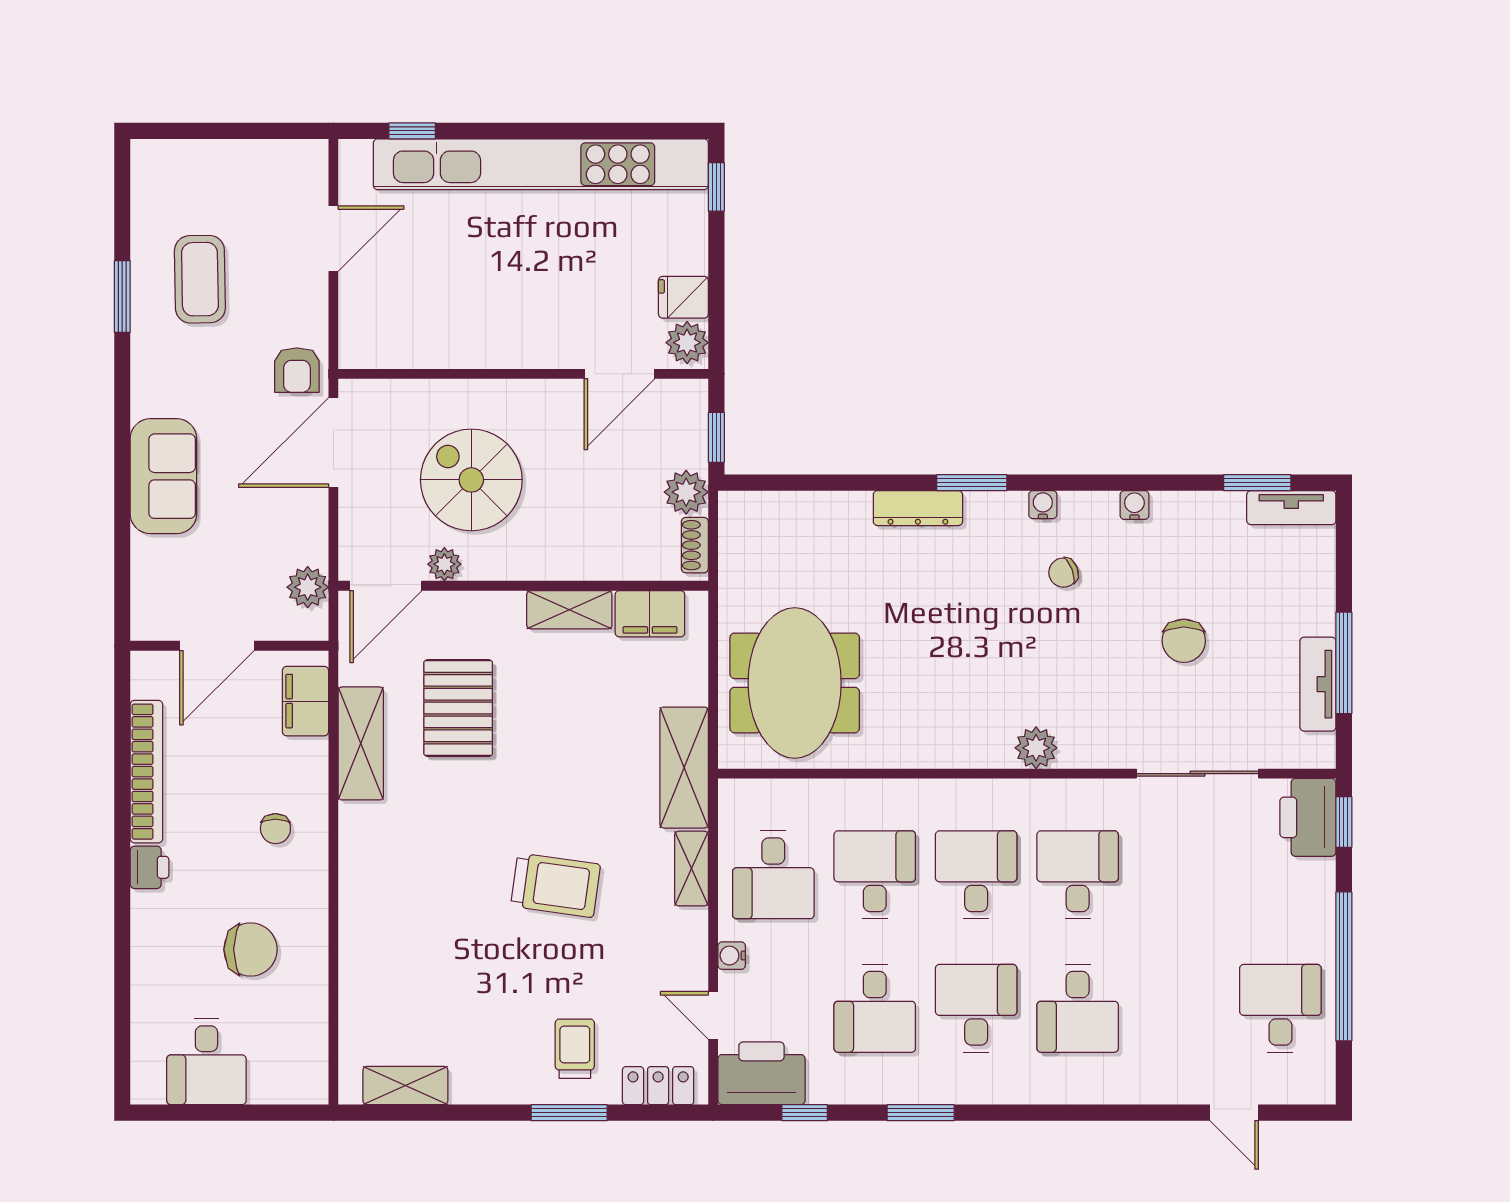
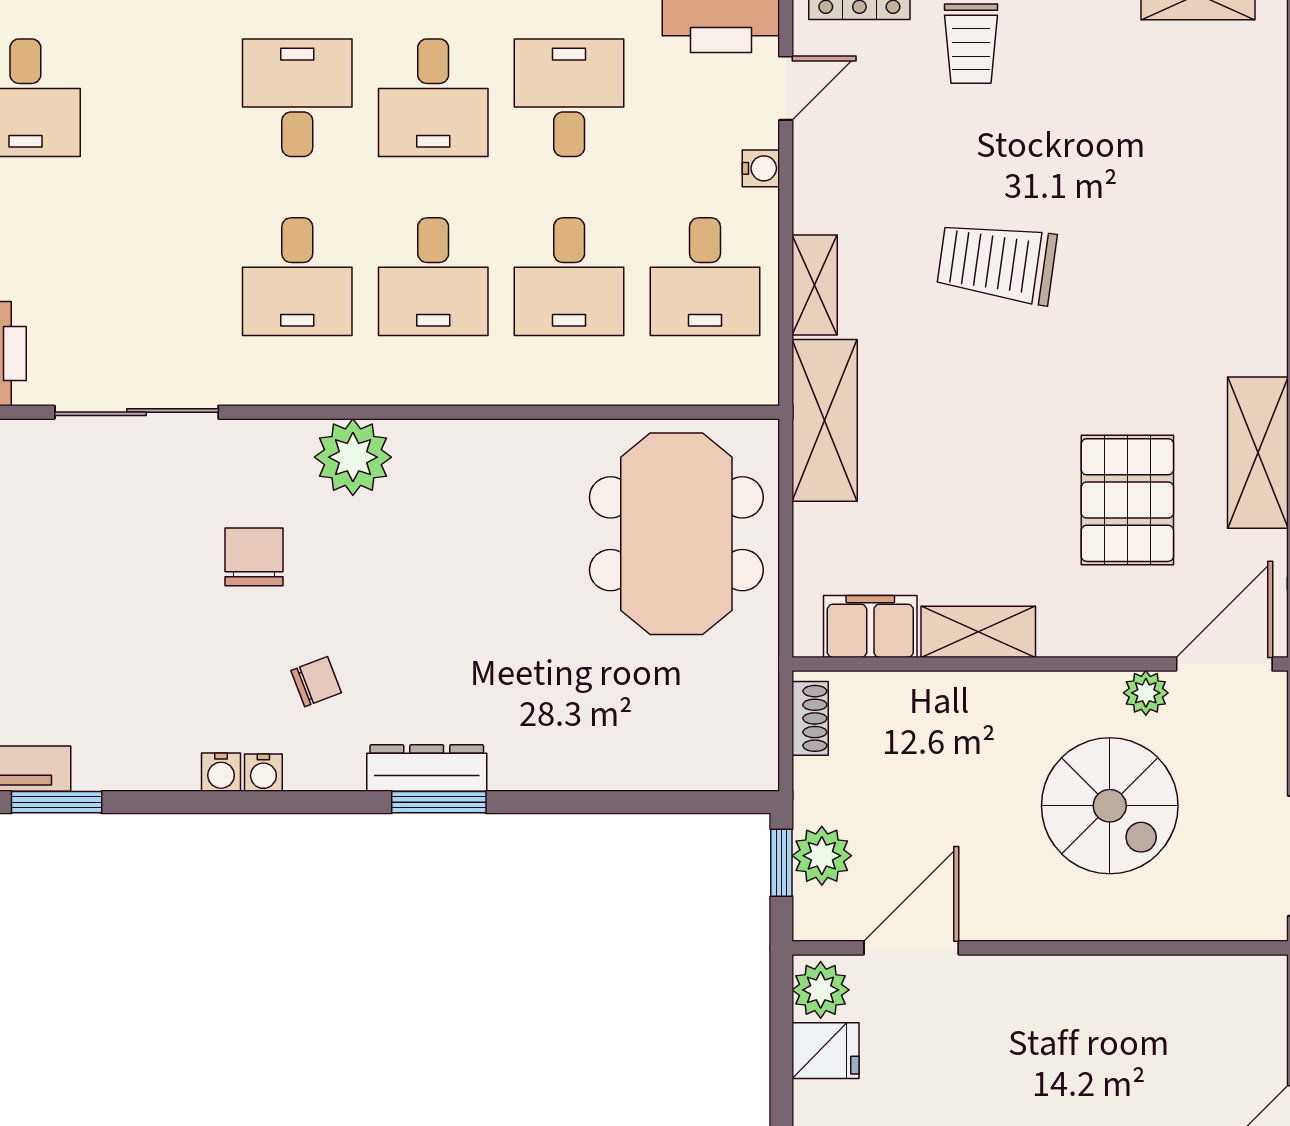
plant: (686, 492) -> (822, 856), moved
water cooler: (1043, 505) -> (263, 773), moved
dresser: (918, 508) -> (427, 768), moved
chair: (1184, 641) -> (254, 557), moved
plant: (1036, 748) -> (353, 457), width x1.36, depth x1.36
desk: (773, 875) -> (705, 277), turned 180
door: (713, 1015) -> (786, 88), hinge flipped

